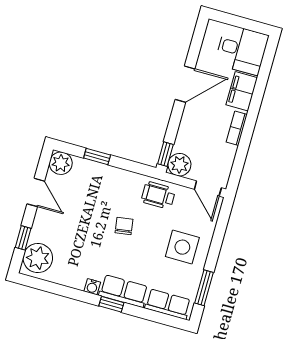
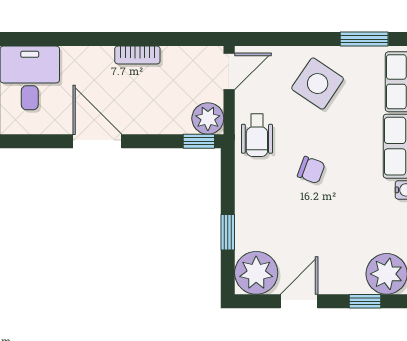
filing cabinet: (242, 91) -> (86, 62), removed
plant: (61, 163) -> (256, 273), width x1.36, depth x1.36
chair: (124, 226) -> (311, 170), turned -152
side table: (182, 247) -> (318, 84), turned 34

